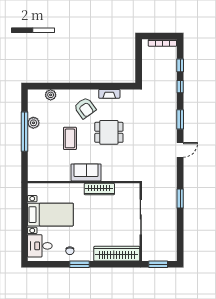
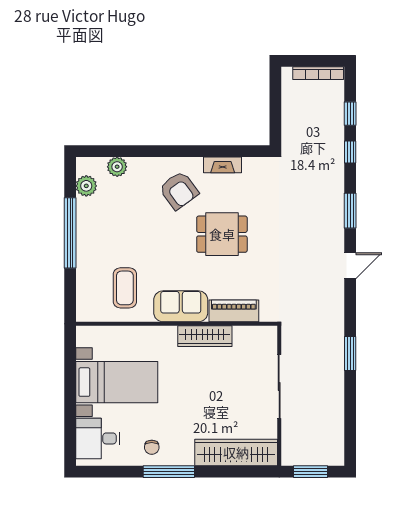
plant: (33, 123) -> (86, 186), moved
coffee table: (70, 138) -> (125, 288), moved
piano: (116, 175) -> (234, 311), added
window: (79, 264) -> (169, 472), width x1.44

